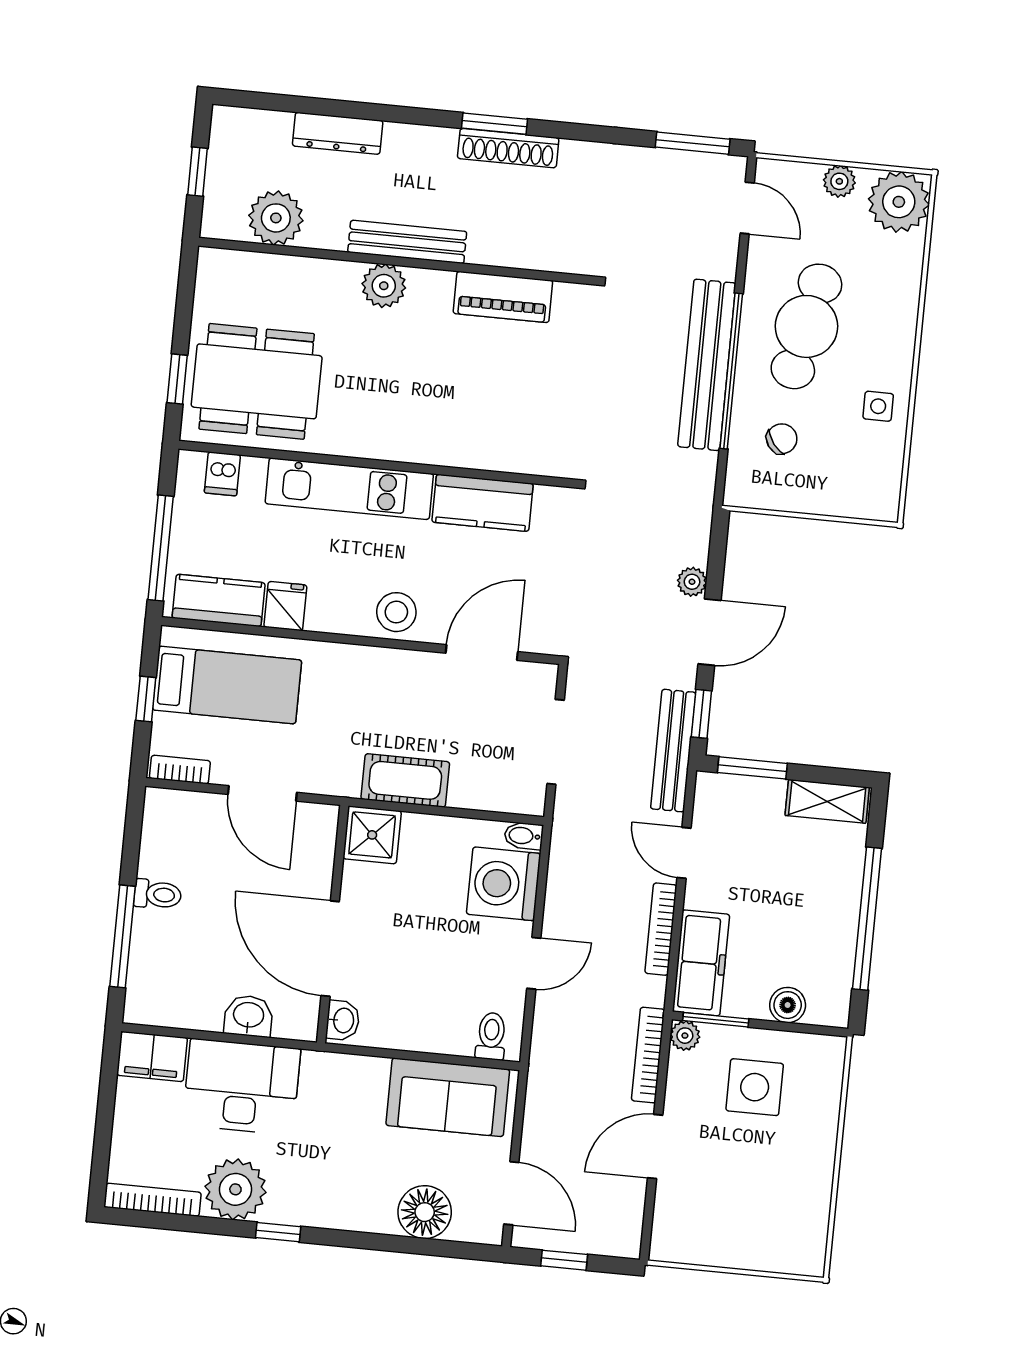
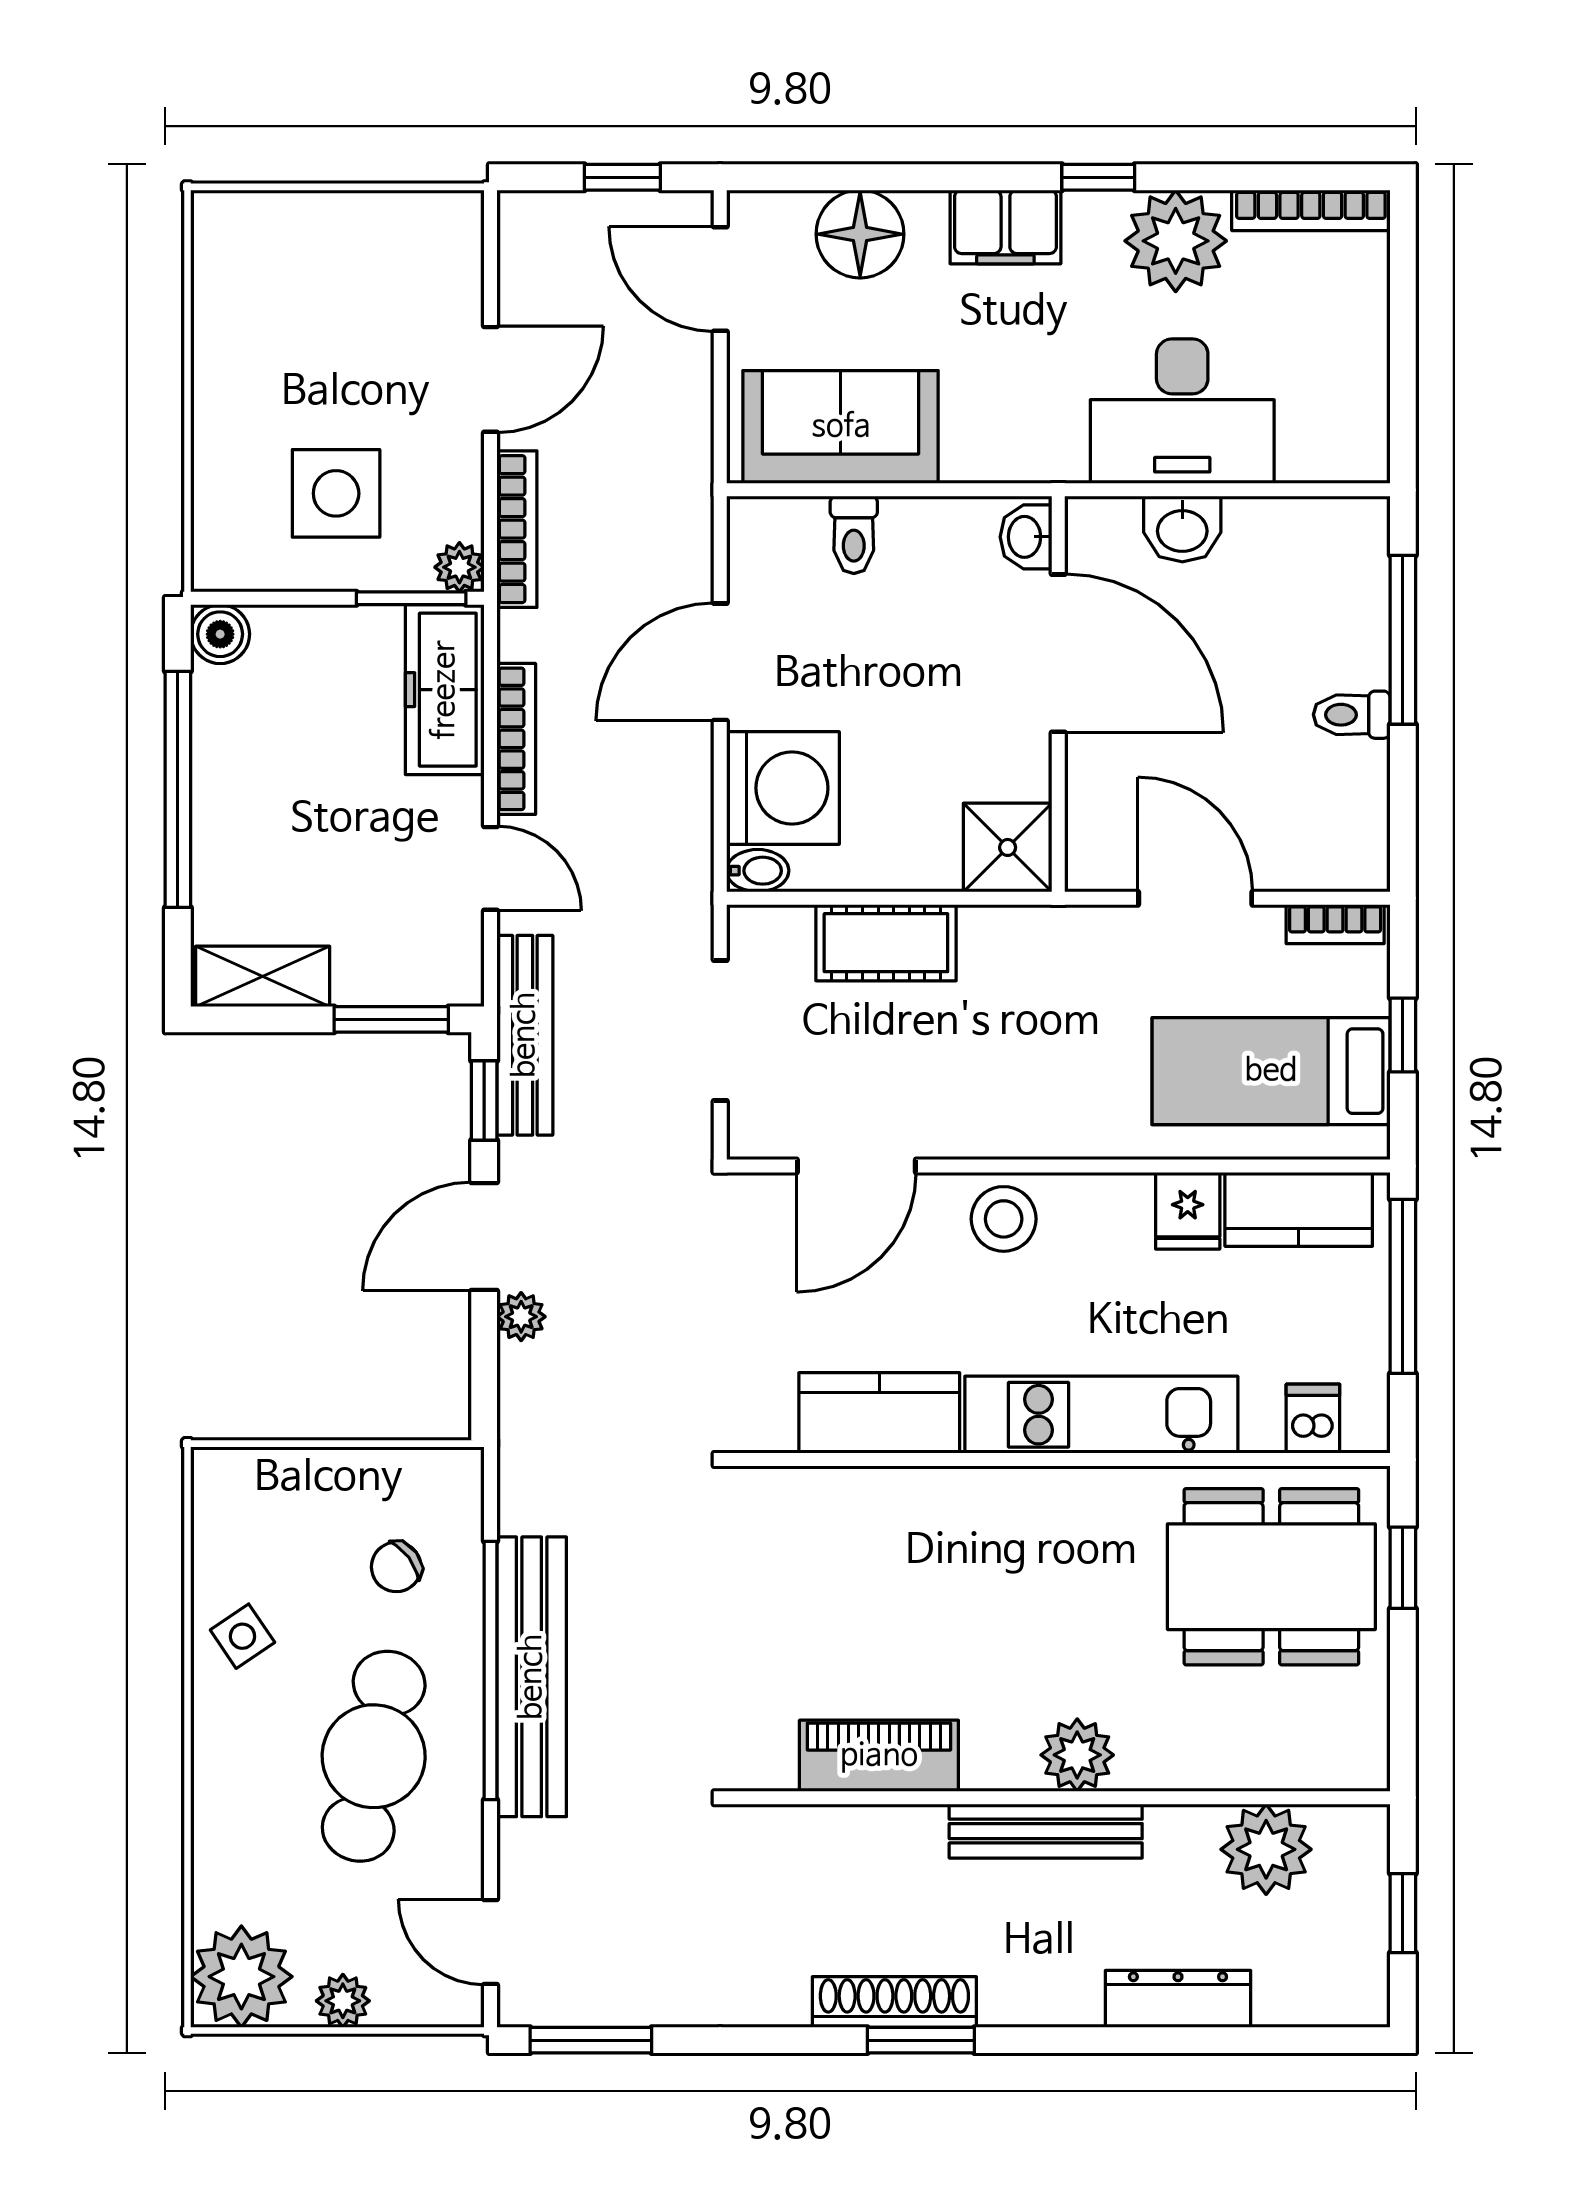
side table: (878, 406) -> (242, 1636), turned -34
cot: (405, 780) -> (886, 943), moved
door: (534, 963) -> (720, 662), width x1.38
boiler: (788, 1005) -> (220, 634), moved
toilet: (491, 1036) -> (854, 535), moved
filing cabinet: (152, 1056) -> (1005, 227), moved, turned 180

